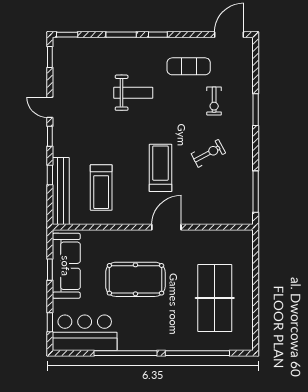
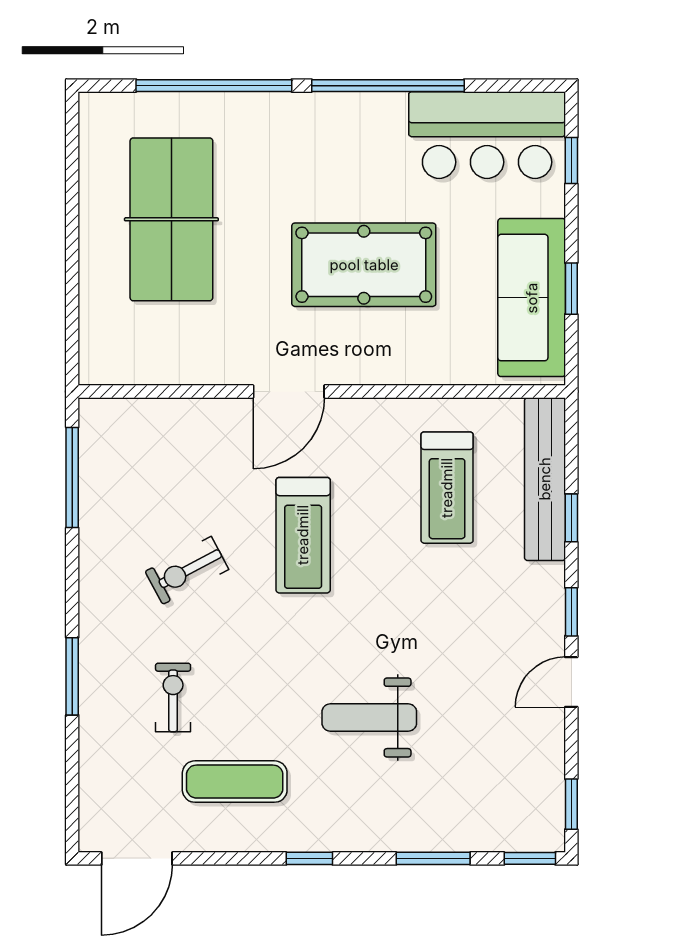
window: (121, 35) -> (433, 858), moved
door: (50, 107) -> (571, 682), swing flipped
treadmill: (101, 187) -> (447, 488), turned 180

